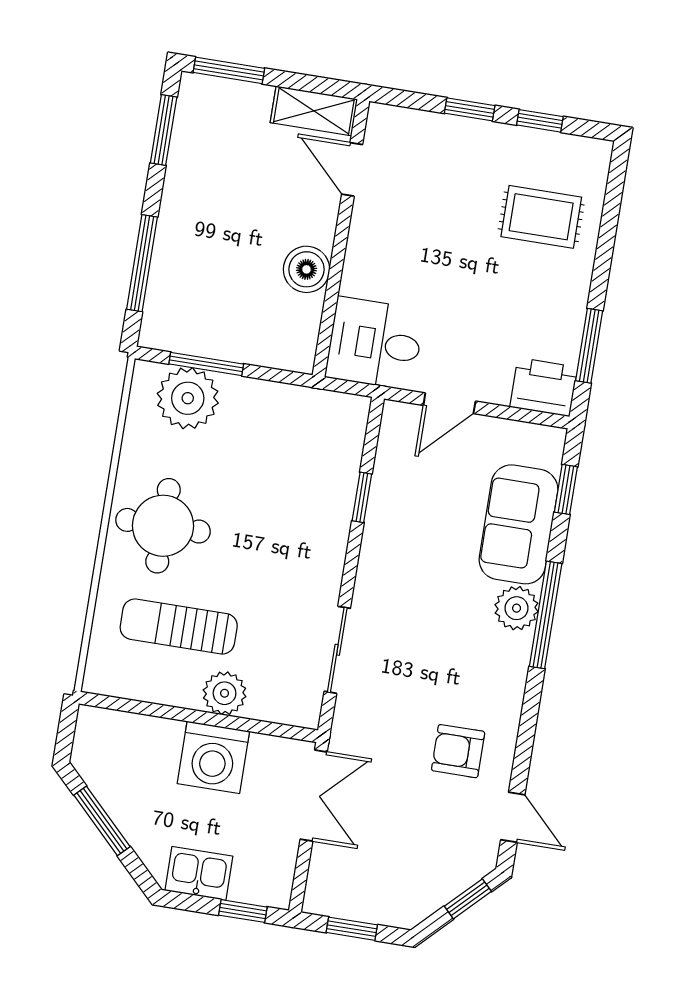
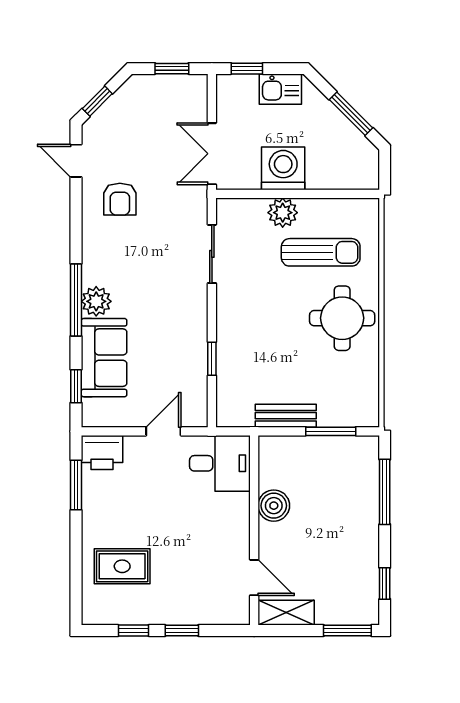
window: (164, 130) -> (385, 583), width x0.67
bench: (268, 397) -> (286, 416), added
plant: (188, 398) -> (339, 406), removed
armchair: (458, 751) -> (120, 199), turned 90

